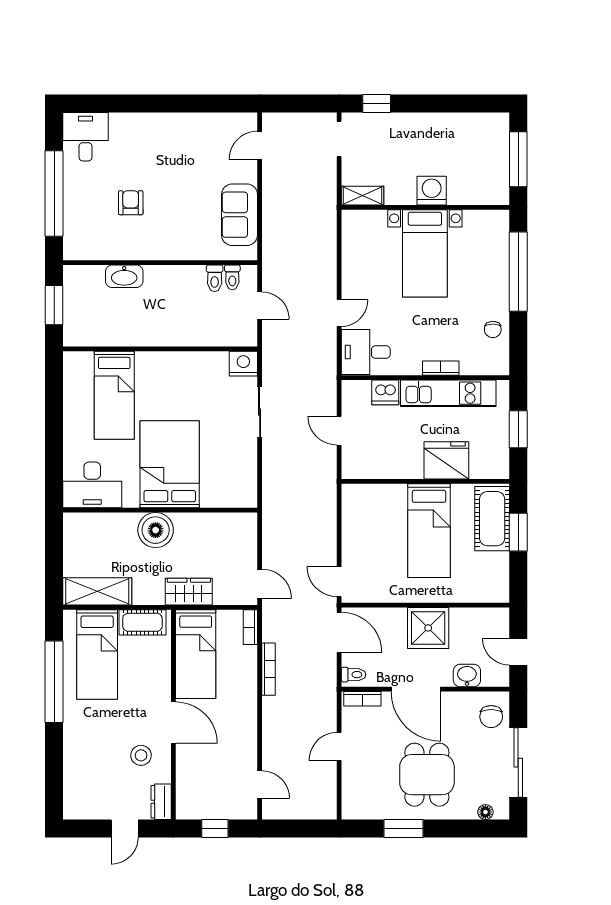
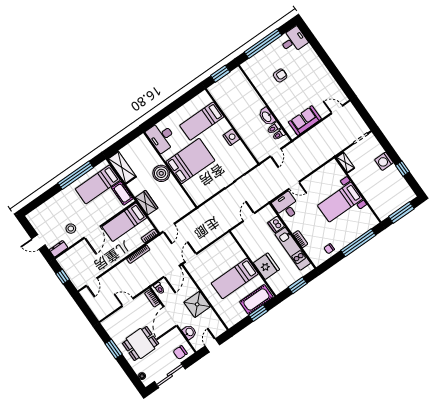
window: (377, 103) -> (402, 169), moved
washing machine: (432, 191) -> (384, 161), moved, turned 180
washbasin: (124, 276) -> (267, 117), moved
nightstand: (243, 364) -> (231, 137), moved

